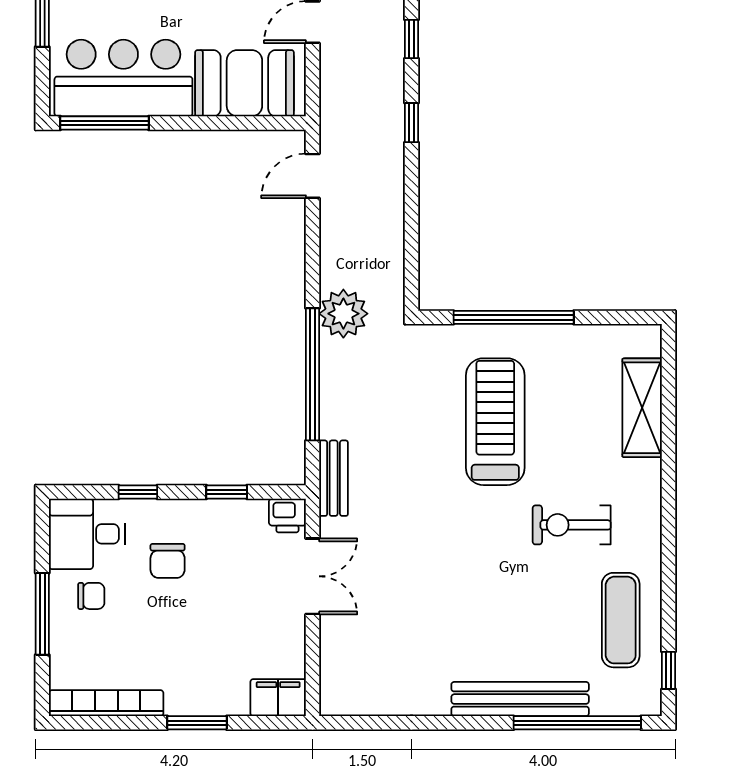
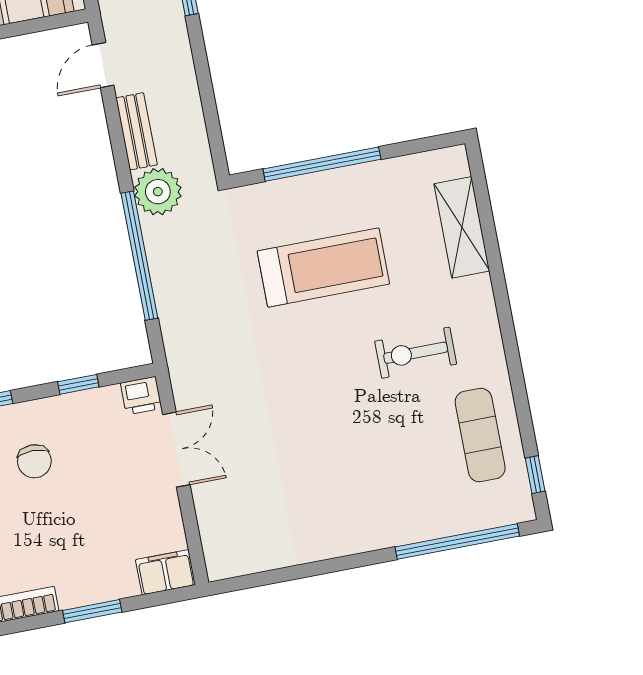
treadmill: (495, 422) -> (323, 268), turned 90
bench: (334, 478) -> (137, 131), moved
bench: (520, 699) -> (398, 529), removed

